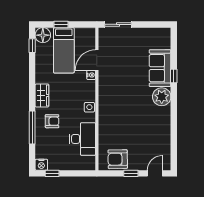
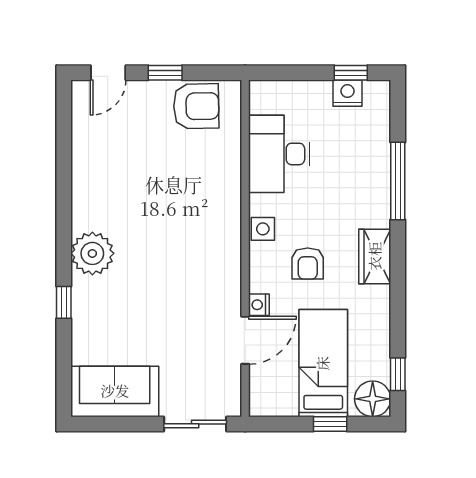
sofa: (160, 68) -> (115, 391), moved, turned -90
armchair: (52, 121) -> (308, 264), moved, turned -90
nightstand: (41, 165) -> (347, 93), moved

